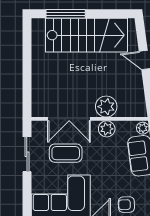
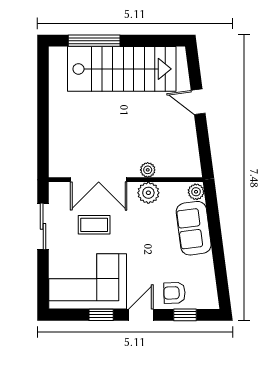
plant: (106, 107) -> (148, 170), width x0.53, depth x0.53
coffee table: (66, 153) -> (94, 225), width x0.73, depth x0.77

